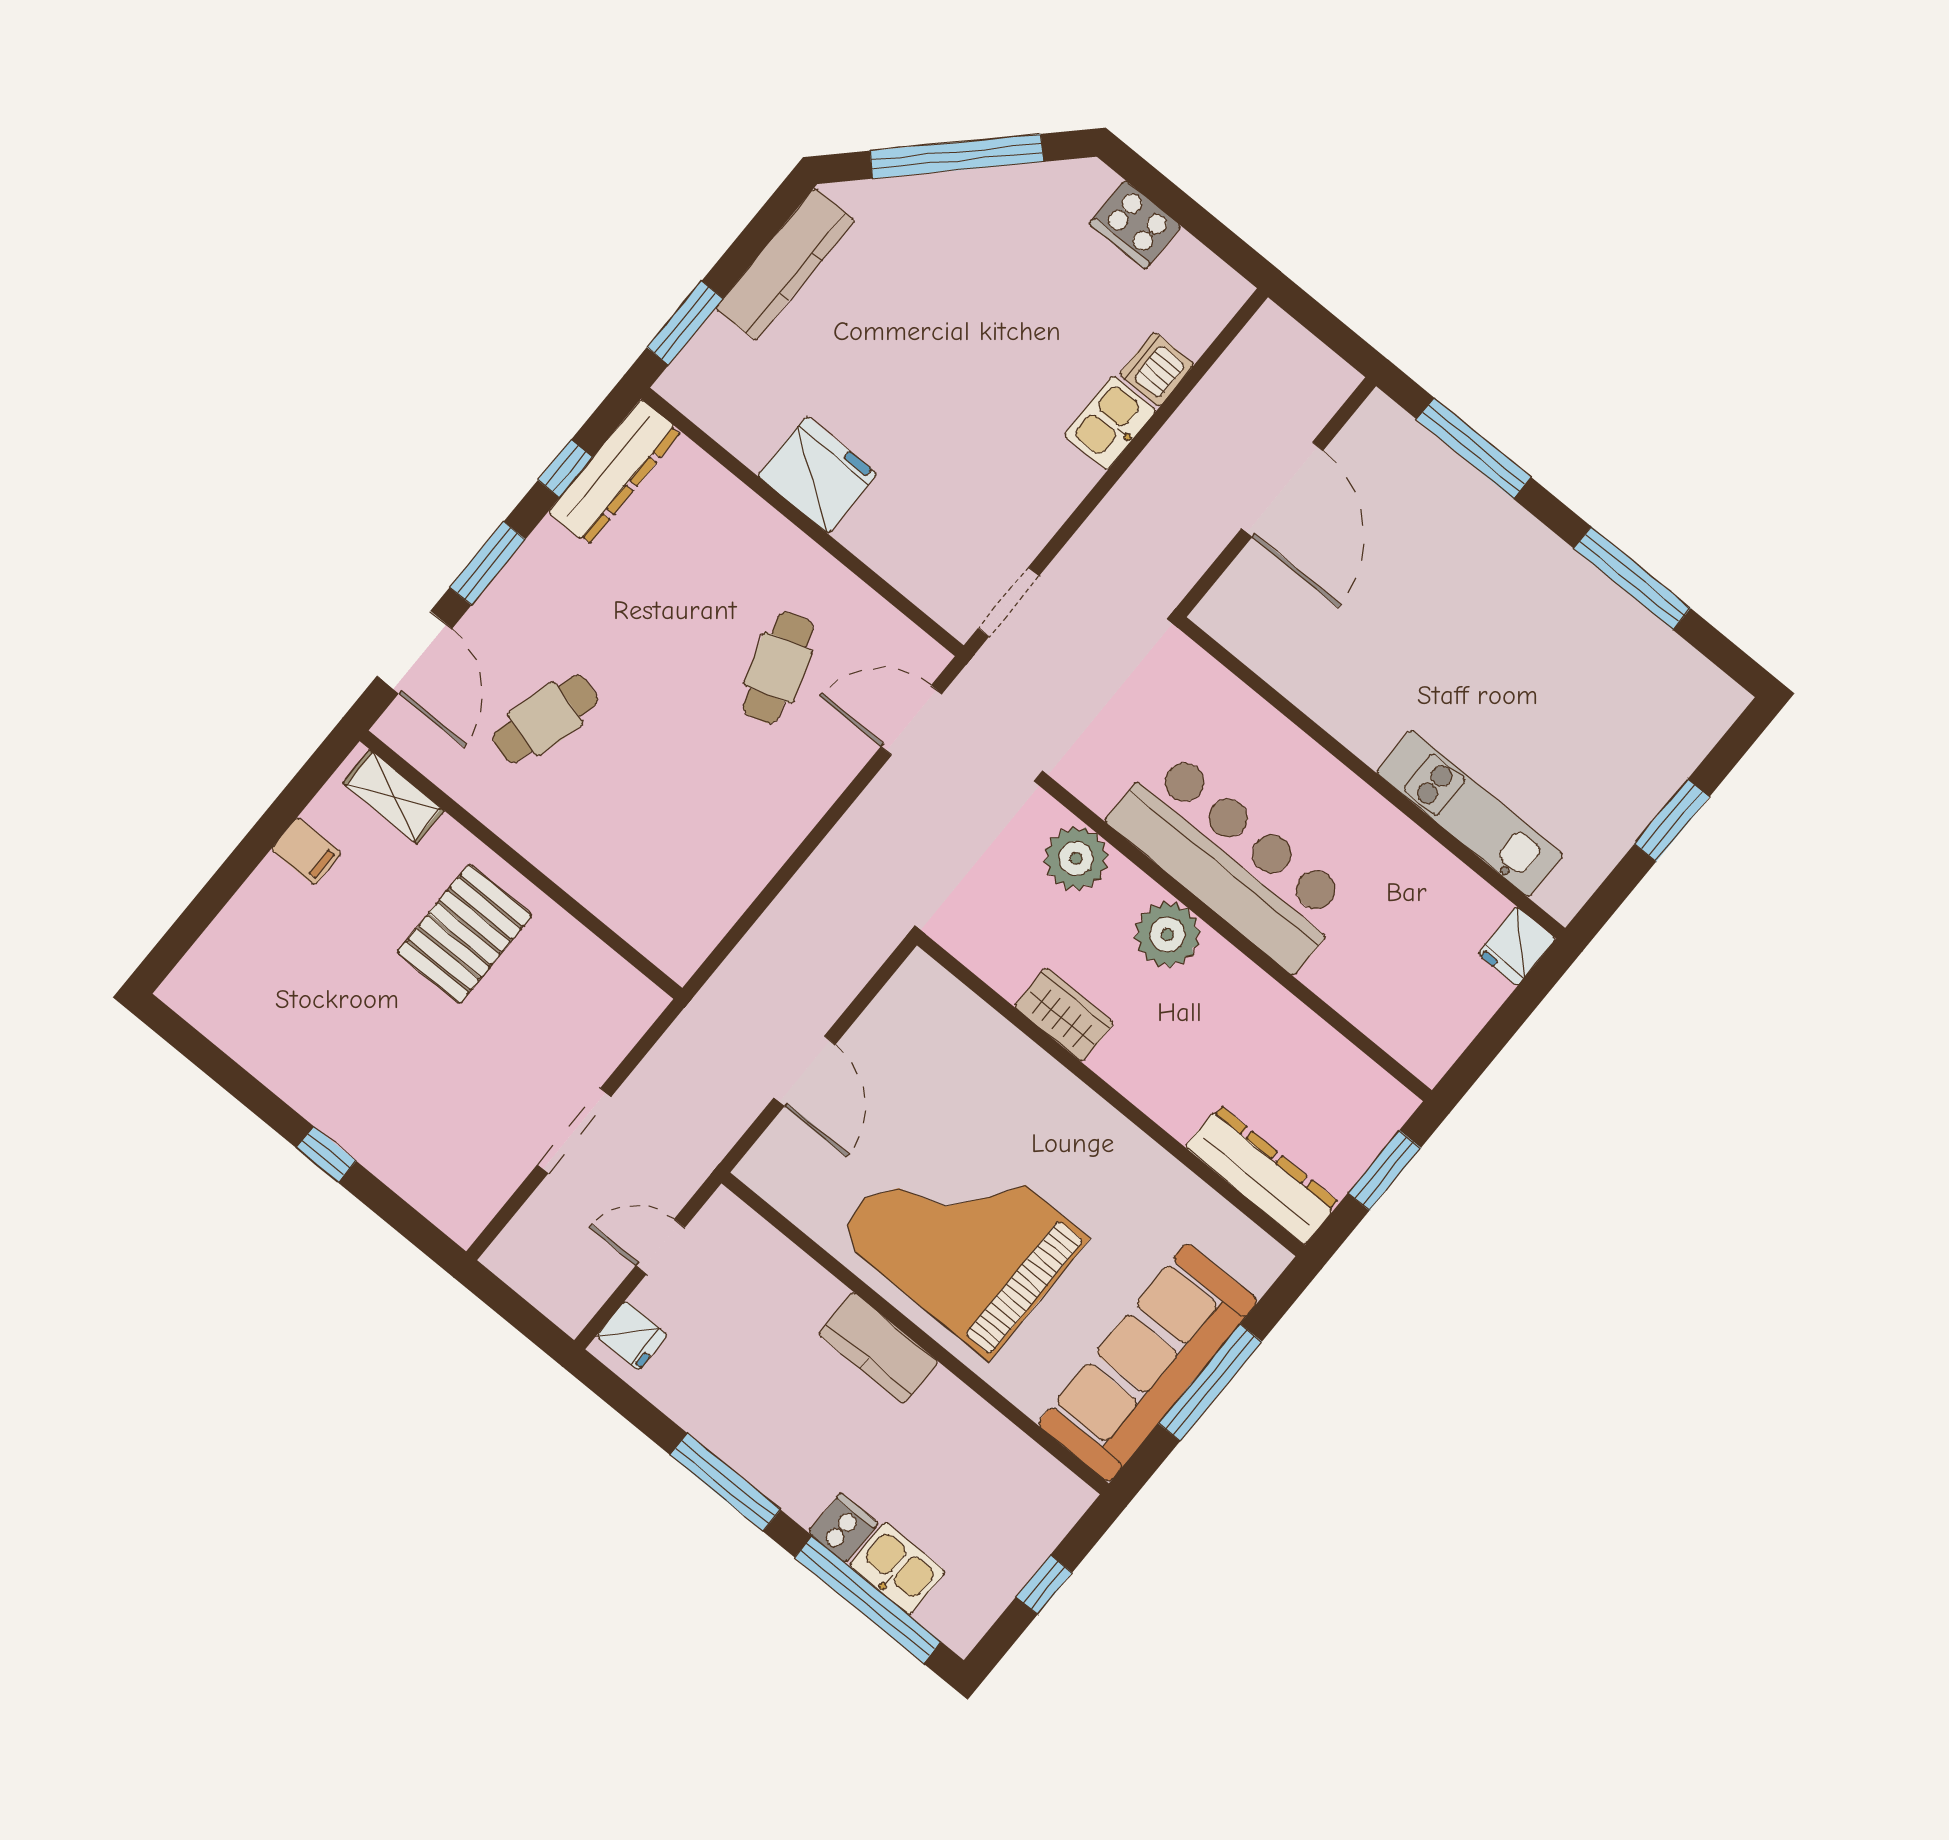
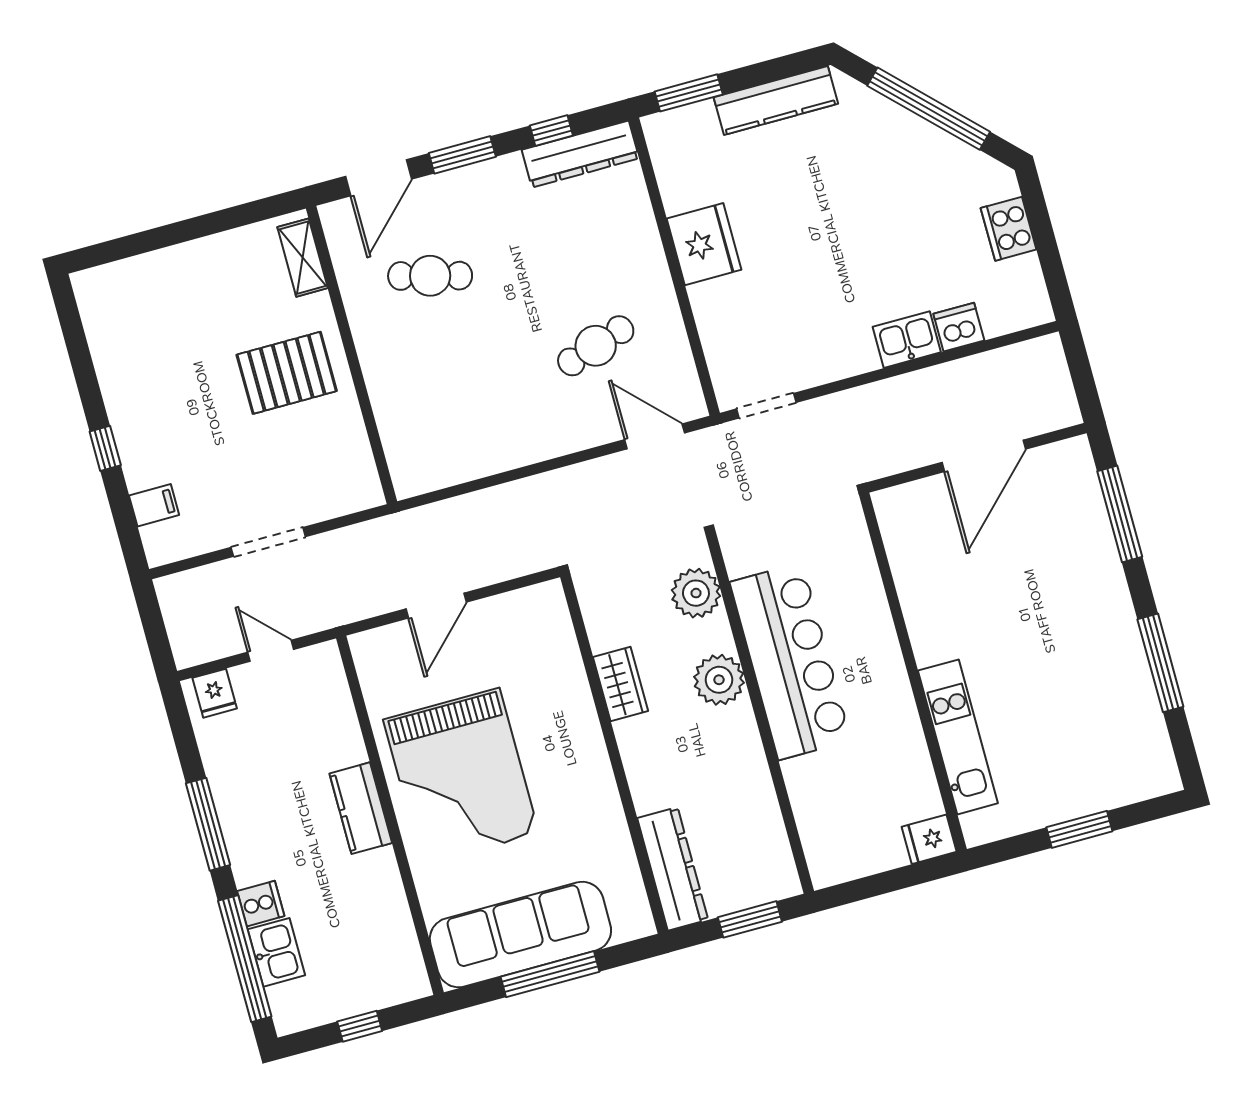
filing cabinet: (306, 851) -> (154, 505), moved, turned -90
grand piano: (962, 1237) -> (461, 776), turned 180

